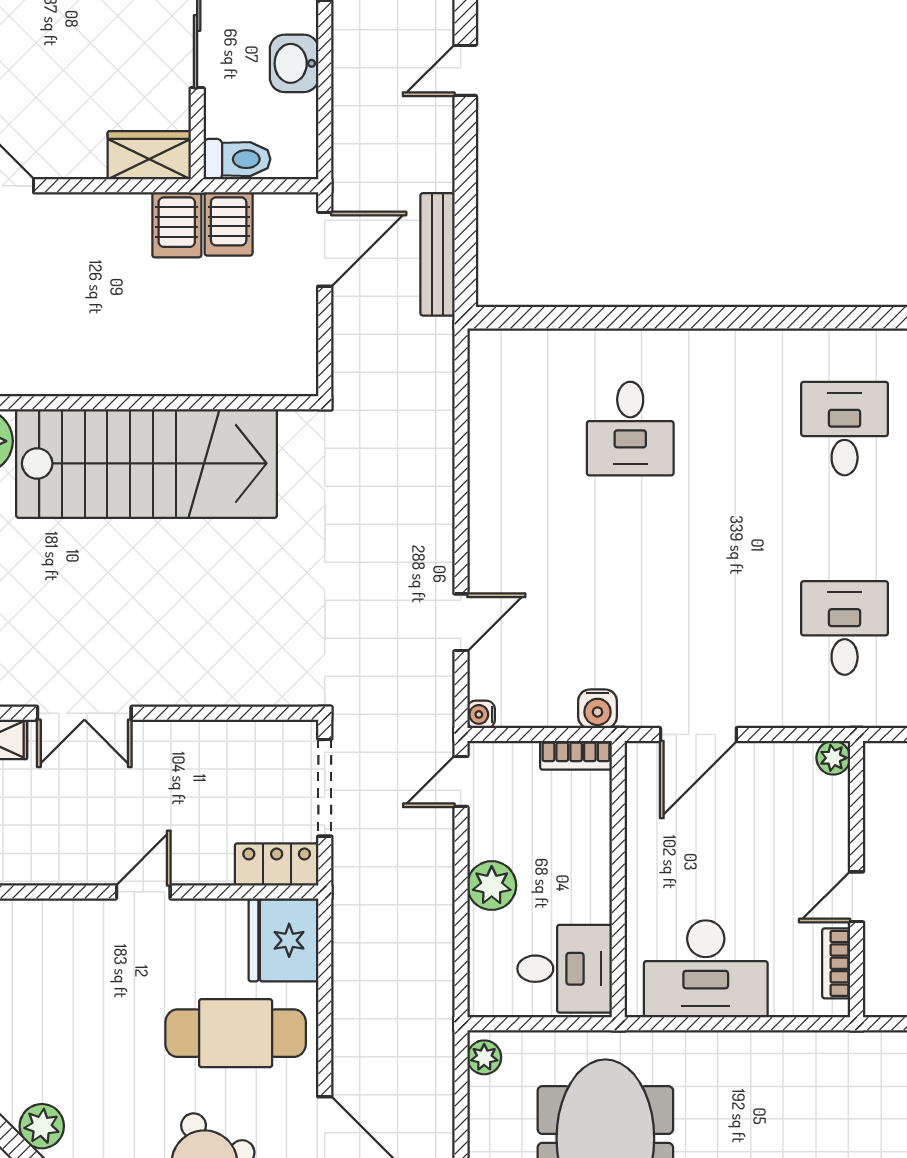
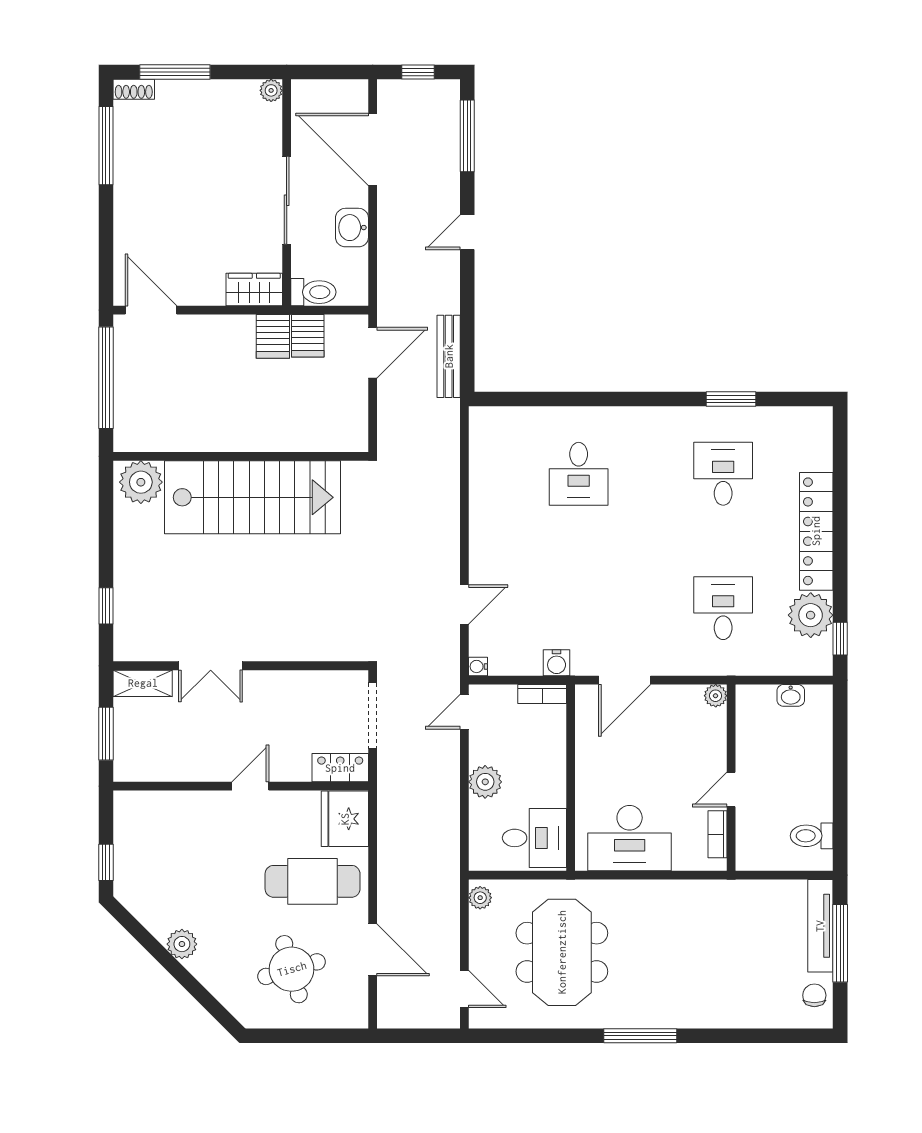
window: (856, 318) -> (731, 399), added

